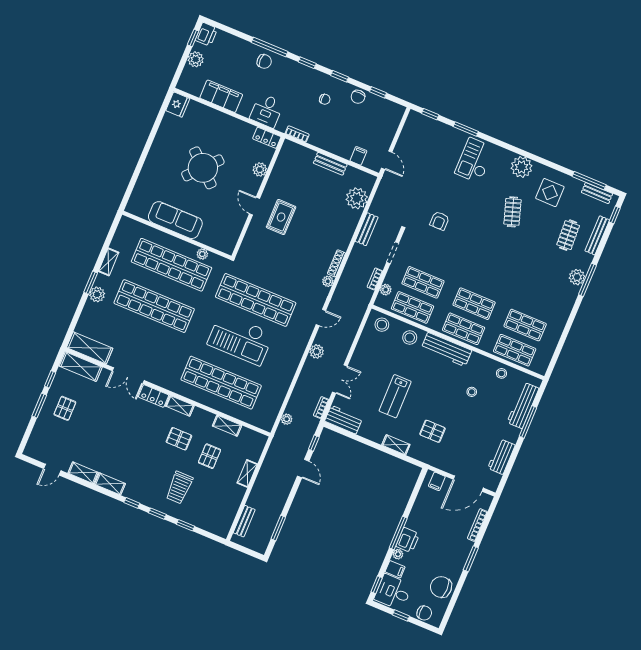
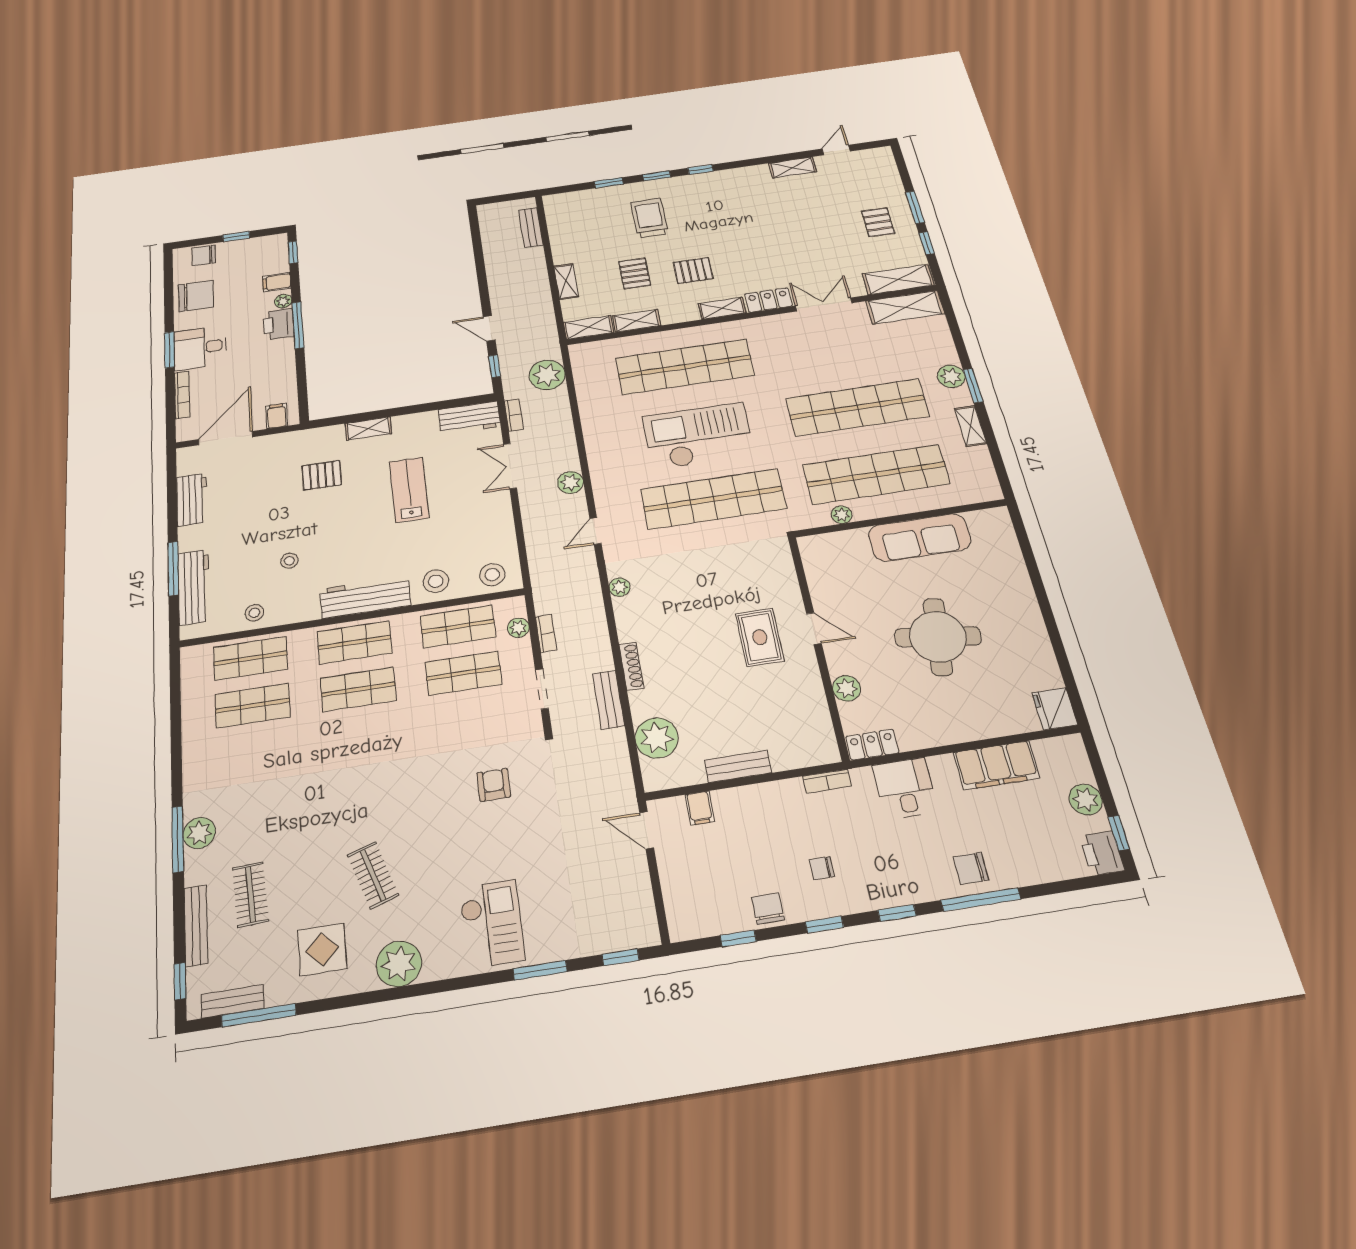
round table: (203, 168) -> (938, 637), turned -34
shoe rack: (336, 263) -> (631, 666), moved
plant: (287, 419) -> (547, 375), width x1.88, depth x1.88
shelving: (110, 484) -> (588, 327), moved
window: (278, 528) -> (477, 244), removed
desk: (393, 592) -> (200, 348), moved, turned 180

